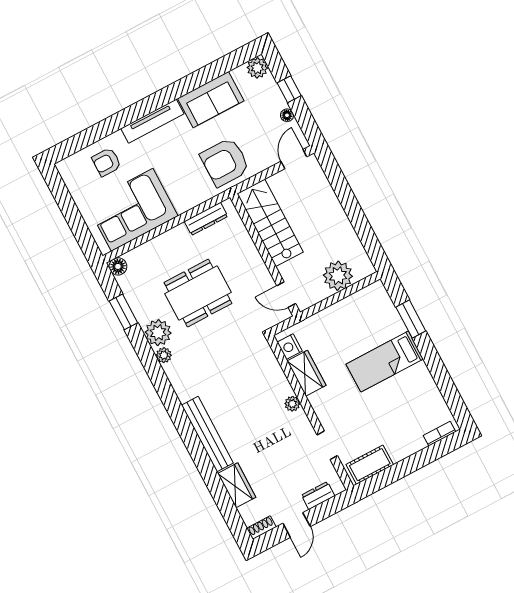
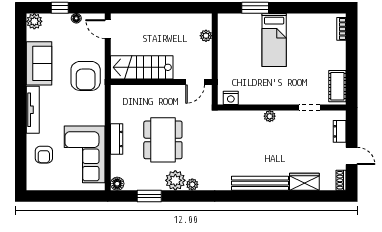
dresser: (206, 219) -> (117, 139), moved
plant: (338, 276) -> (206, 36), width x0.53, depth x0.53
wardrobe: (307, 373) -> (254, 96), removed

